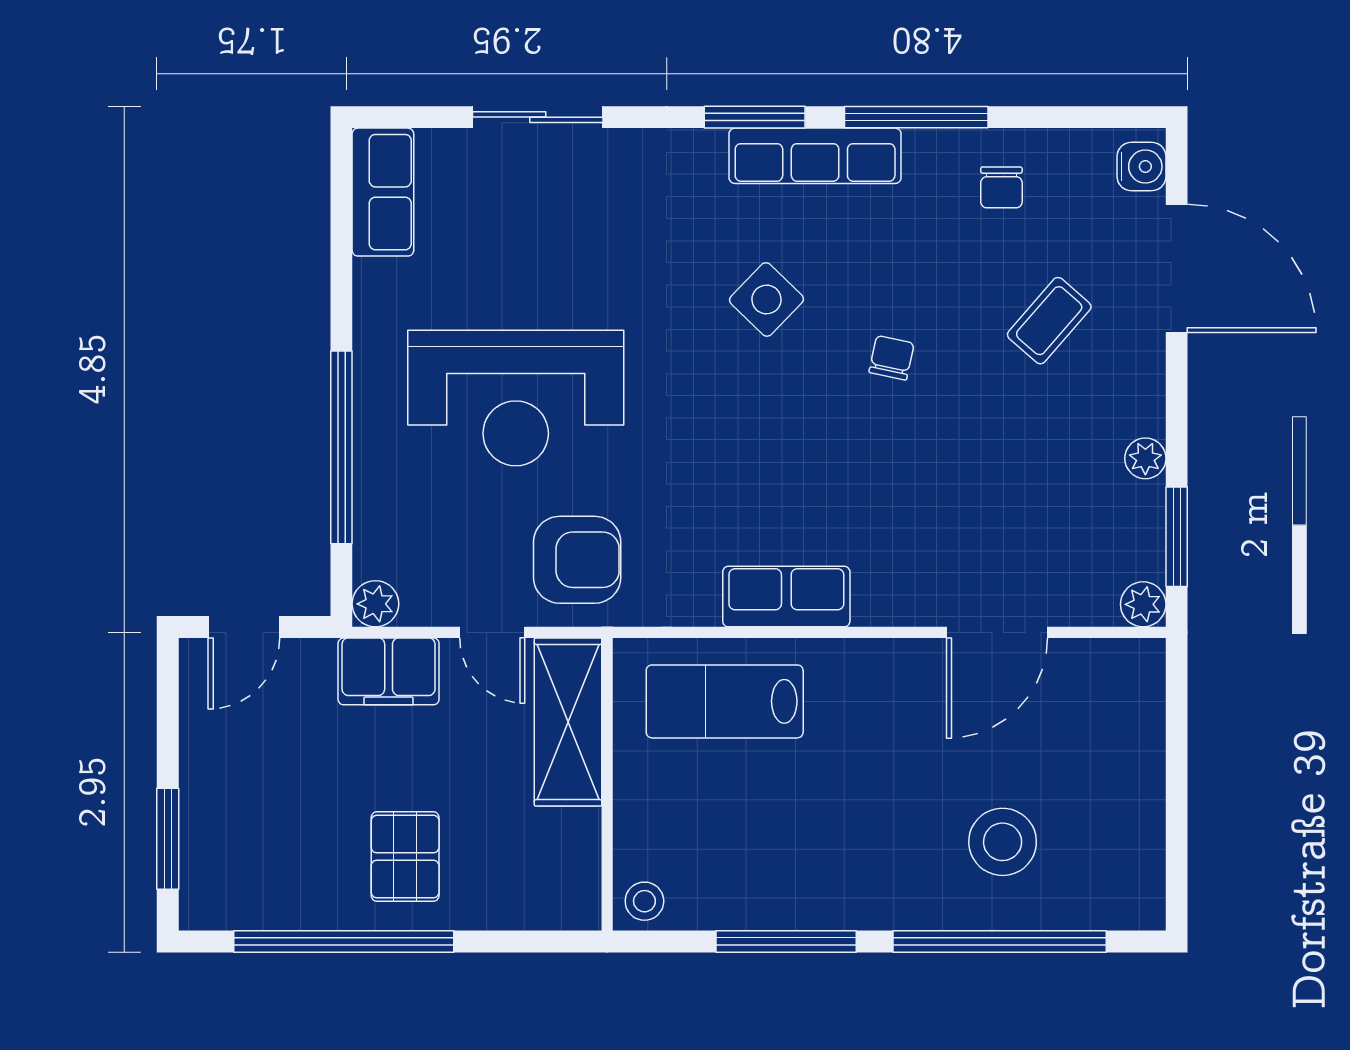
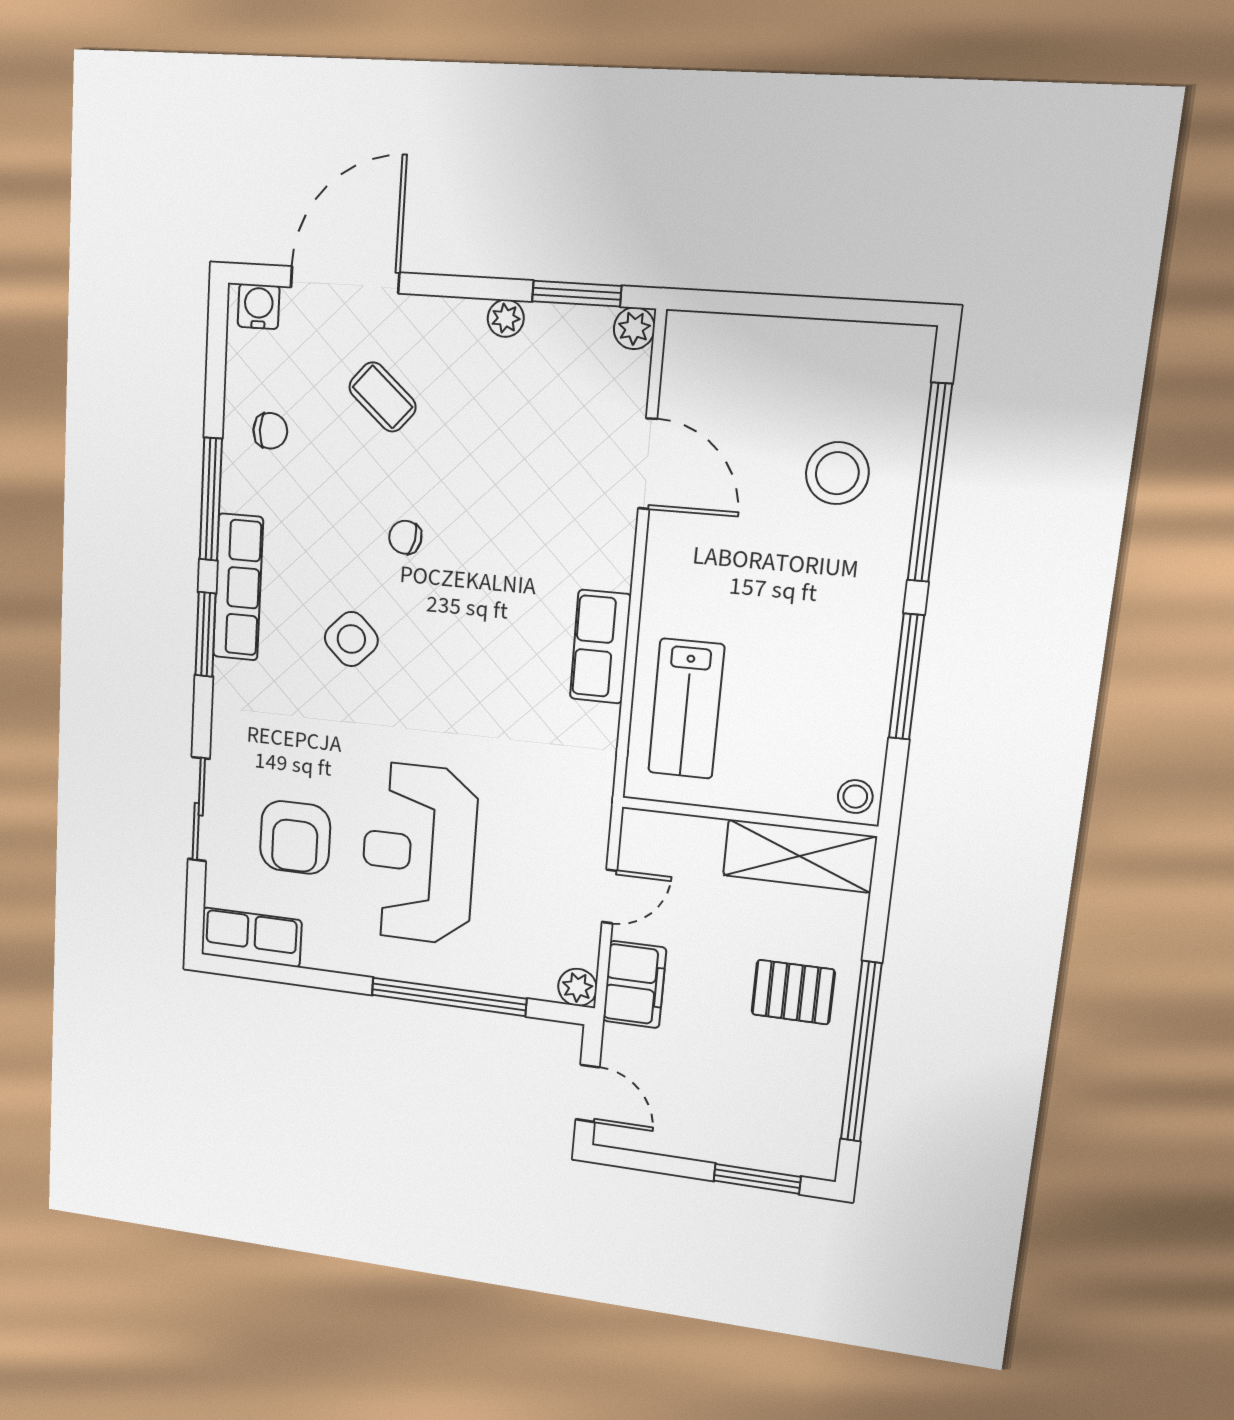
reception desk: (516, 398) -> (419, 854), turned 180
armchair: (577, 560) -> (295, 837), moved, turned 180
shelving: (568, 722) -> (799, 856), moved

